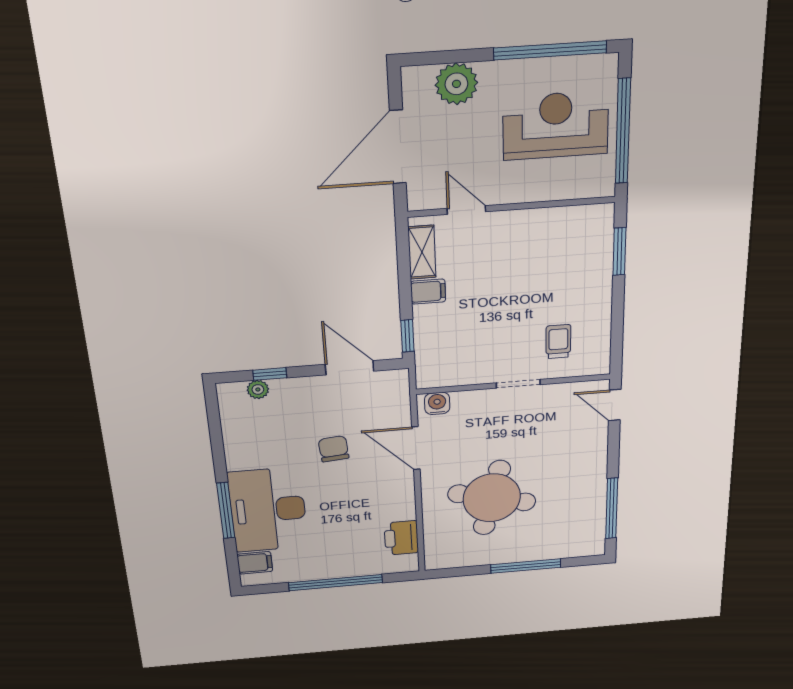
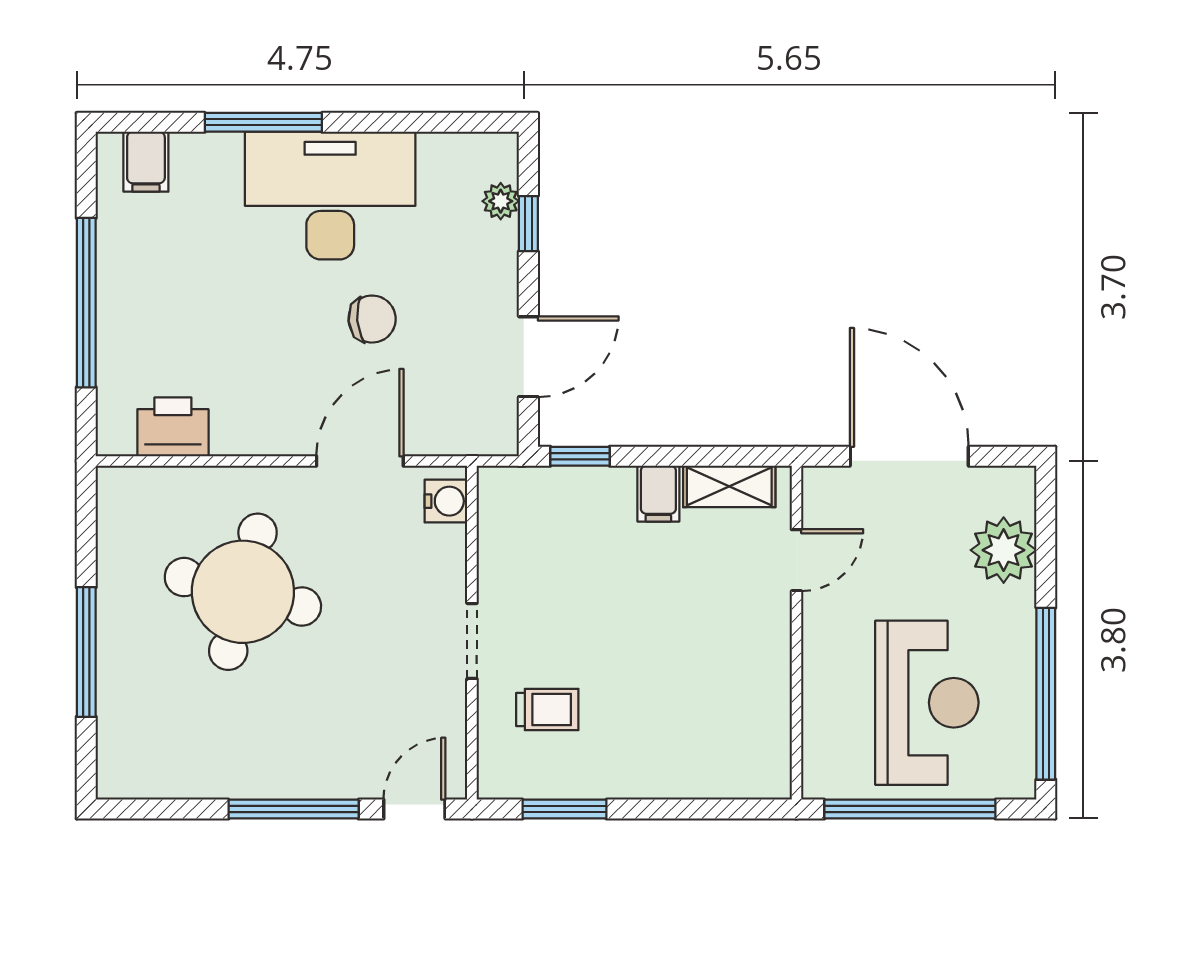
window: (619, 252) -> (564, 809), moved
window: (612, 508) -> (294, 809), moved
desk: (268, 510) -> (330, 196), moved

